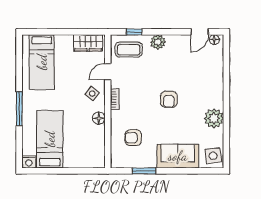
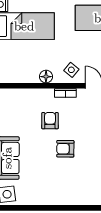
plant: (214, 118) -> (46, 195), removed
armchair: (133, 138) -> (50, 121), moved

